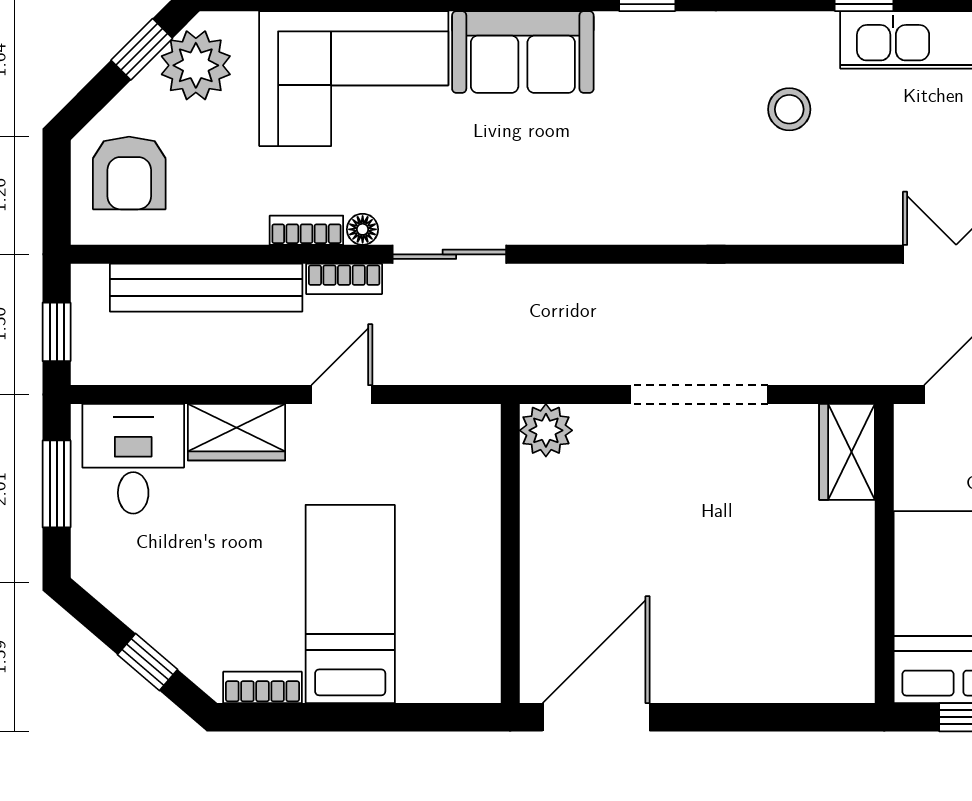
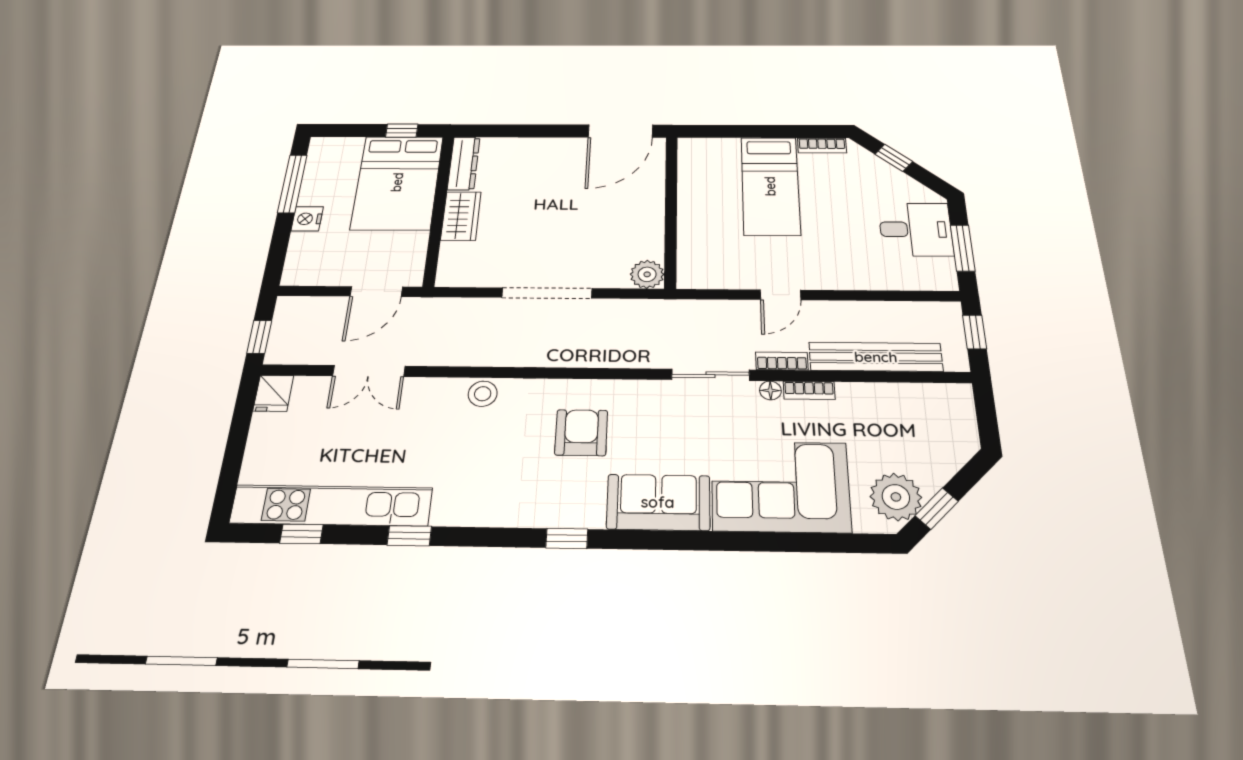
stool: (789, 109) -> (483, 394), moved
armchair: (129, 173) -> (581, 433), moved
wardrobe: (237, 432) -> (848, 275), removed
wardrobe: (847, 452) -> (461, 216), moved
desk: (133, 459) -> (916, 229), moved, turned -90
dresser: (853, 648) -> (464, 163), added

